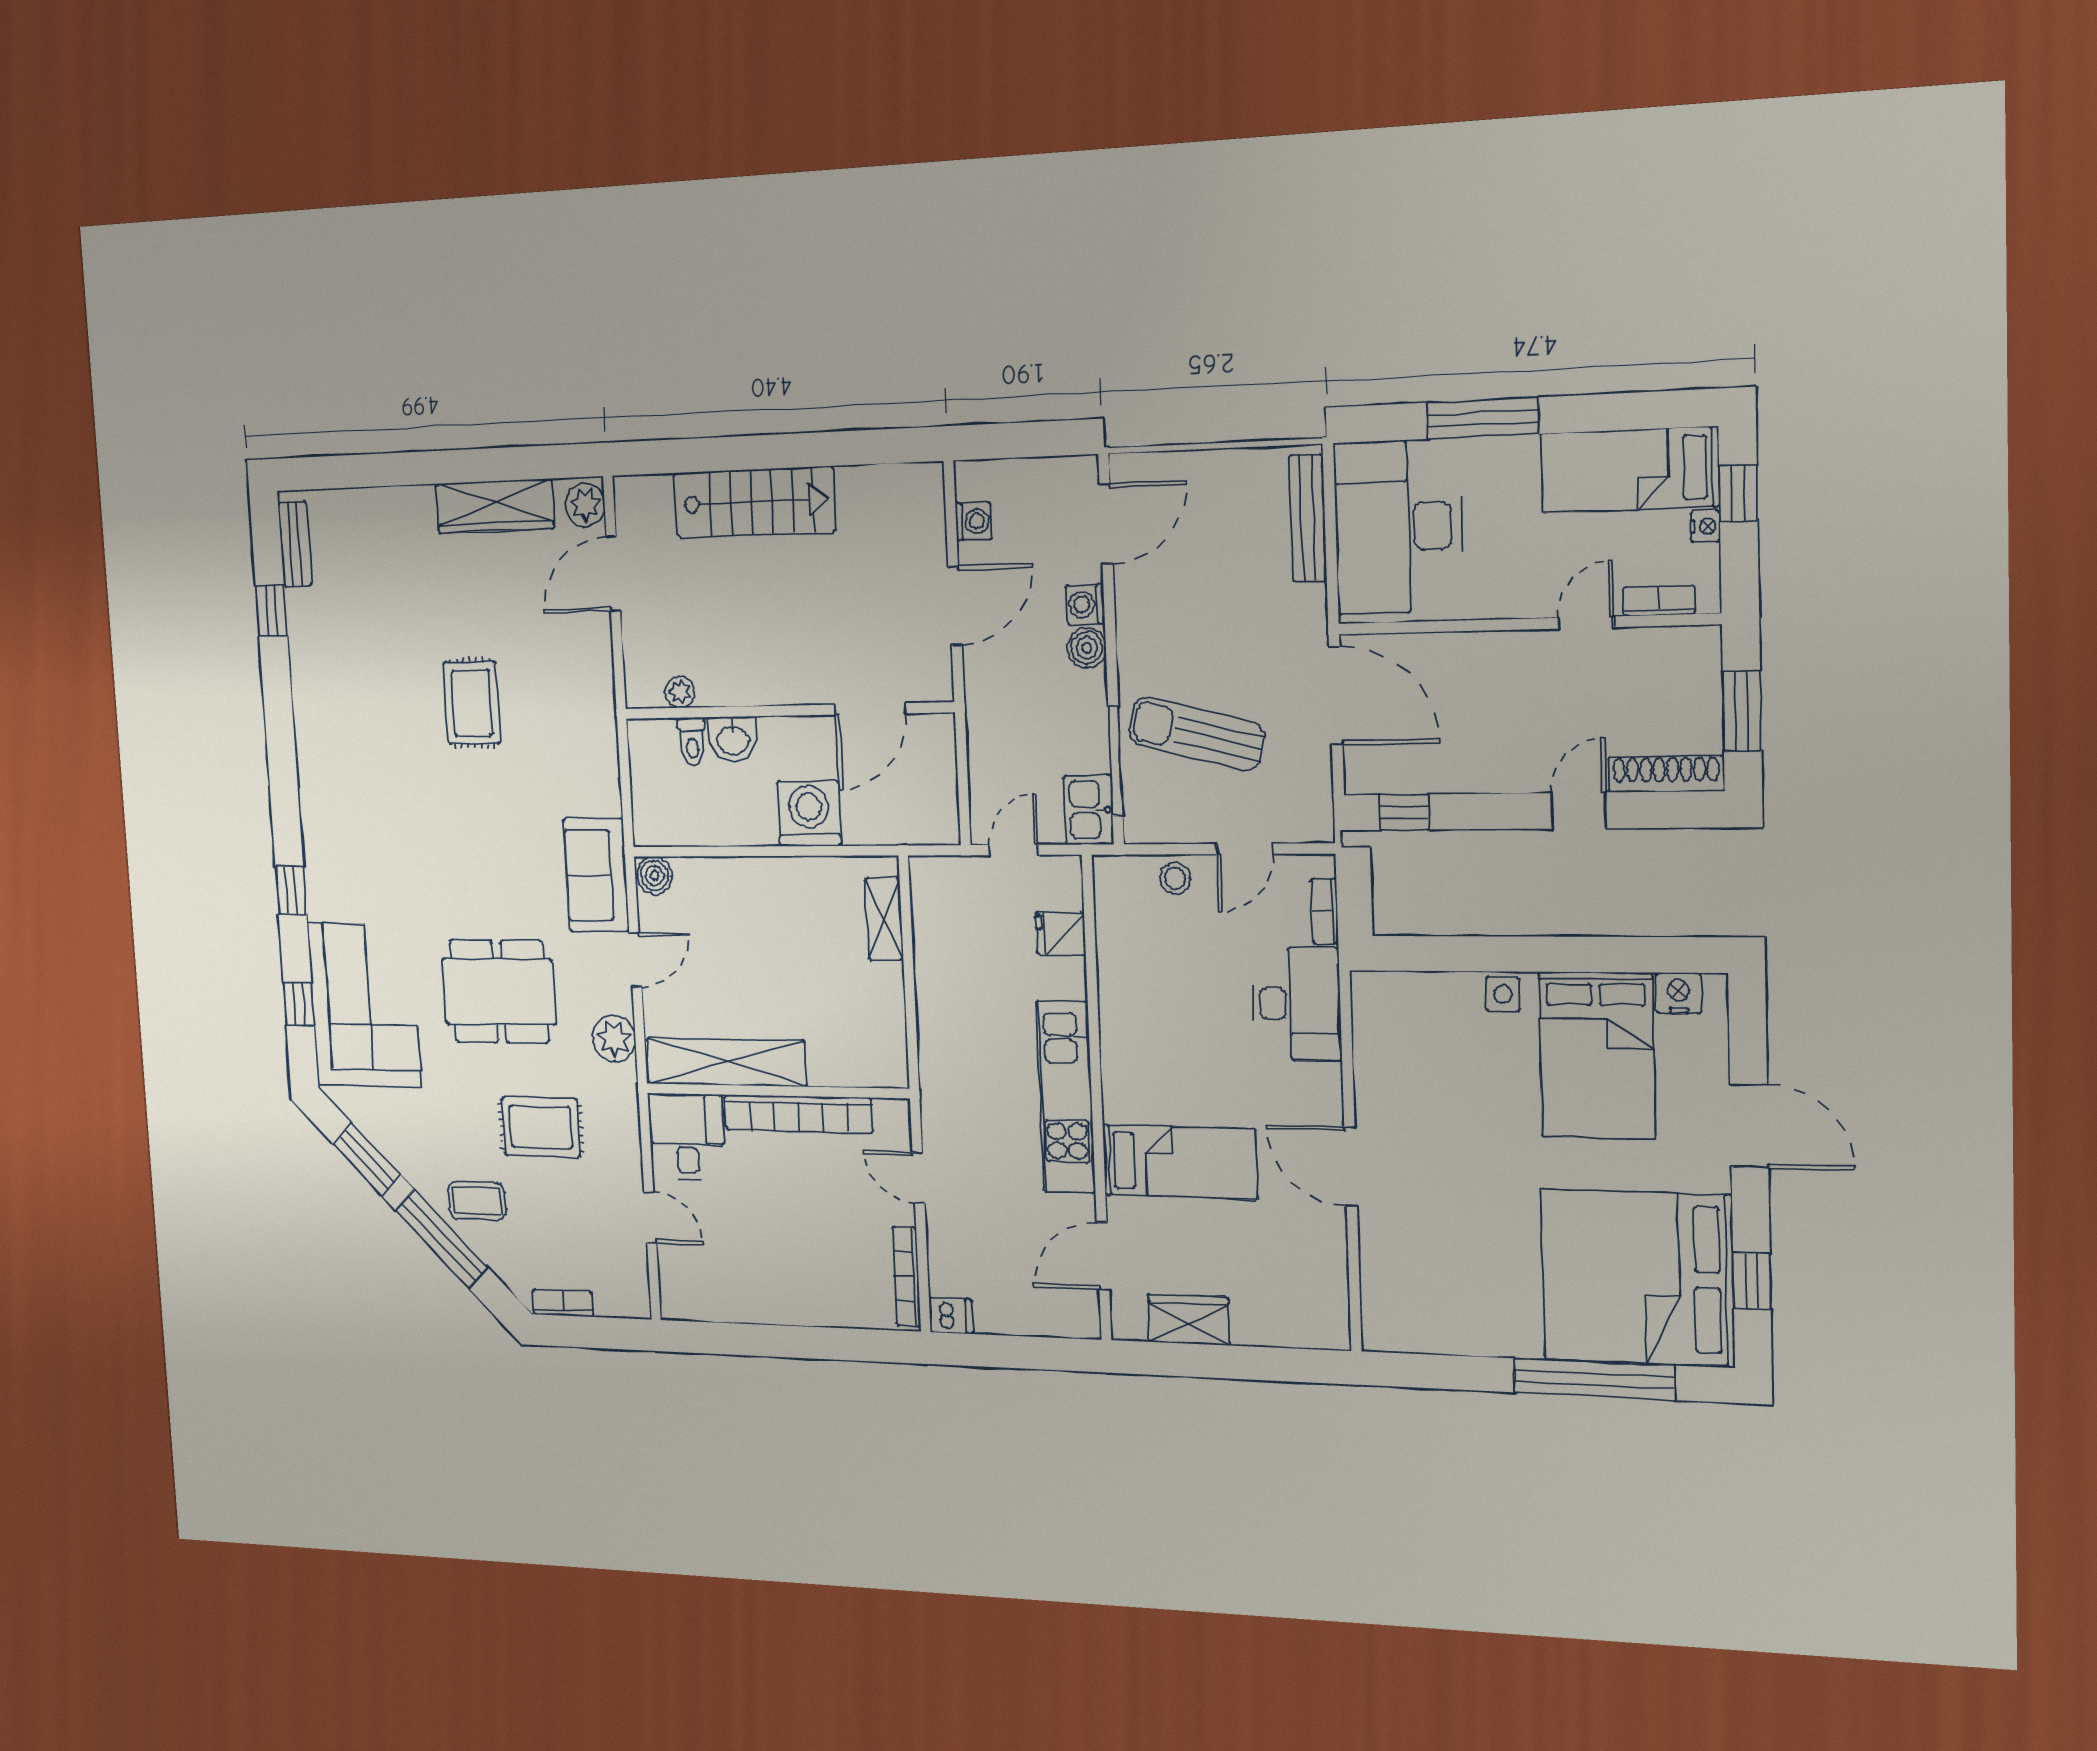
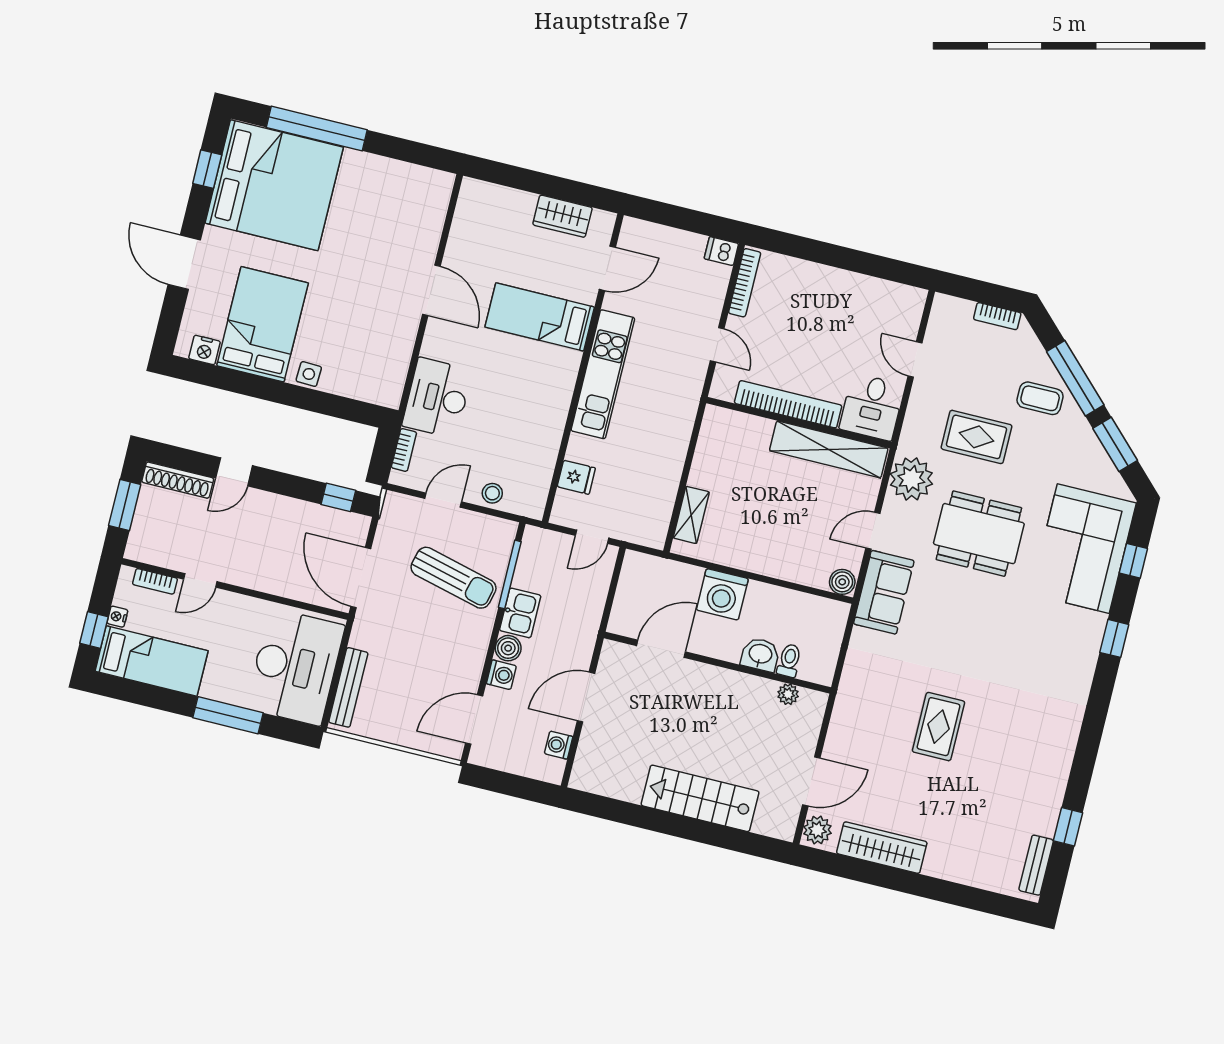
kitchen sink: (1088, 810) -> (520, 613), moved
plant: (614, 1038) -> (911, 479), width x1.36, depth x1.36

